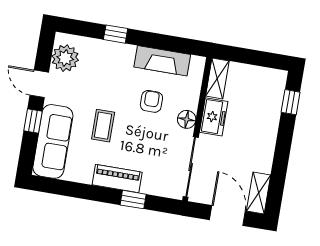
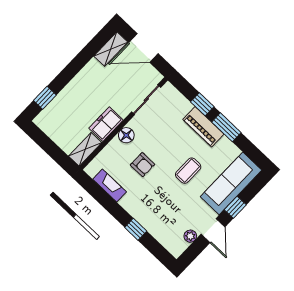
plant: (65, 58) -> (190, 236), width x0.53, depth x0.53
fireplace: (162, 61) -> (110, 186), width x0.73, depth x0.76
armchair: (151, 101) -> (142, 165), turned -90
sliding door: (191, 167) -> (146, 100), width x0.73
window: (94, 193) -> (226, 127), added
door: (227, 216) -> (143, 48), hinge flipped

